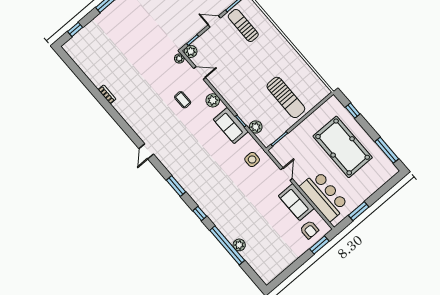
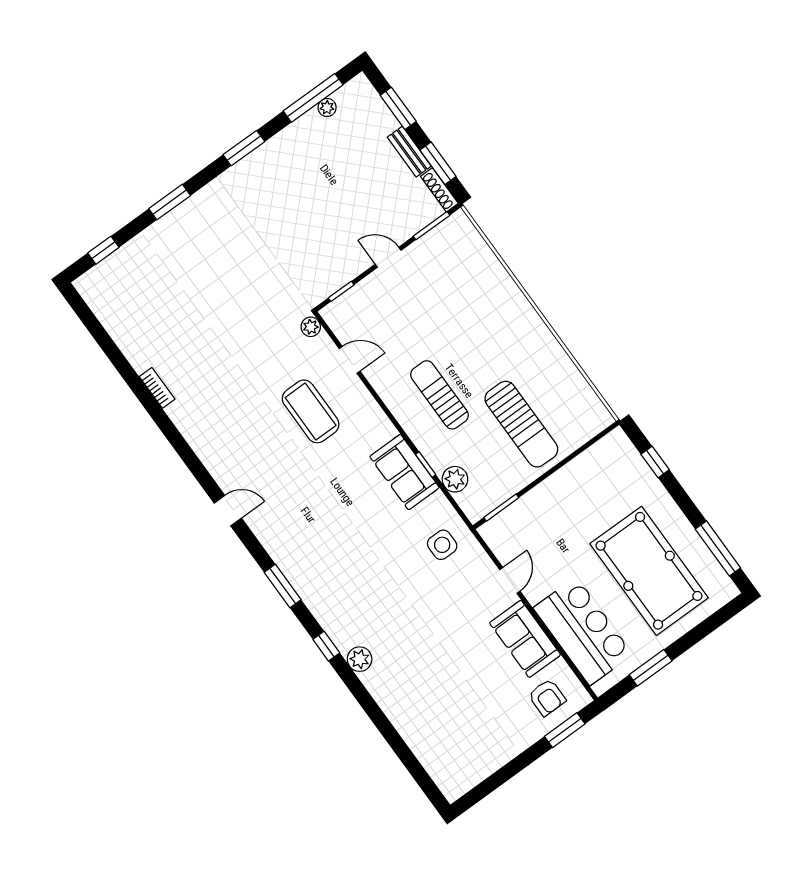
sun lounger: (243, 25) -> (439, 395), moved
plant: (191, 51) -> (335, 314), removed
coffee table: (183, 100) -> (311, 411), width x1.86, depth x1.72
plant: (213, 100) -> (372, 418), removed
pool table: (343, 147) -> (649, 571), moved
door: (146, 151) -> (228, 511), swing flipped
window: (227, 245) -> (377, 716), removed
plant: (239, 245) -> (360, 659), moved

